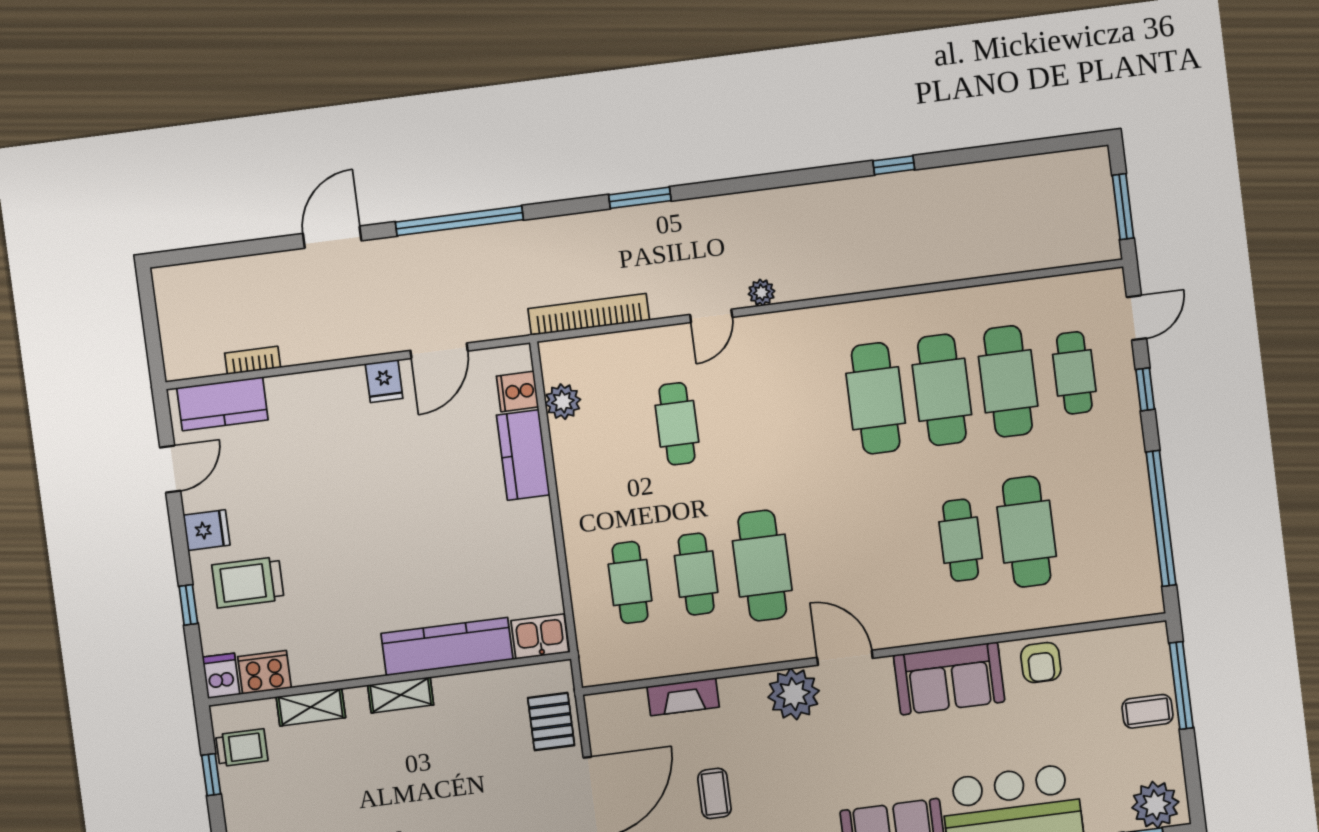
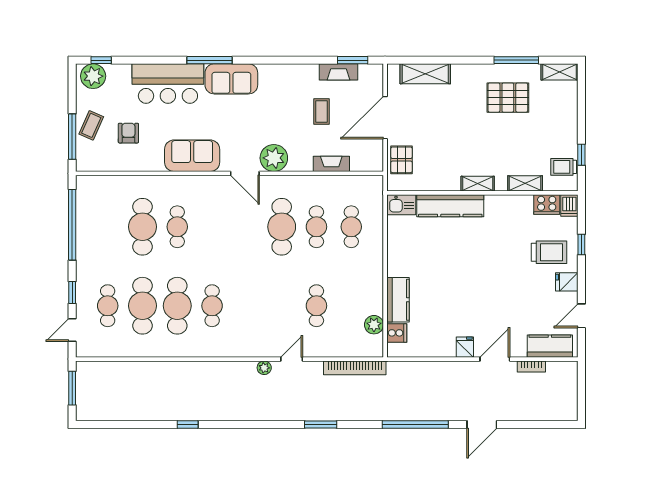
door: (439, 351) -> (495, 359), moved
cafe table: (876, 398) -> (212, 306), width x0.73, depth x0.74
armchair: (1041, 663) -> (128, 133), moved
coffee table: (1147, 711) -> (91, 125), turned -66

